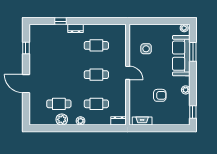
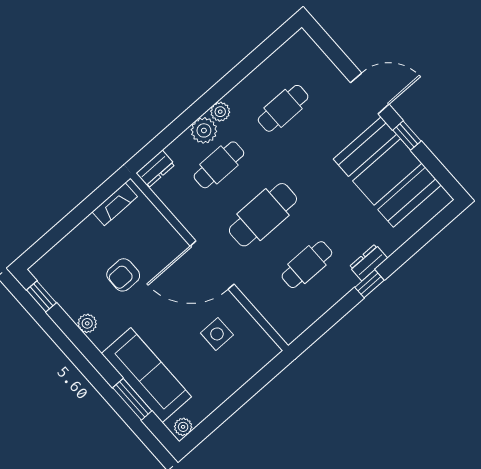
window: (60, 21) -> (369, 284), moved
window: (26, 48) -> (407, 136), moved
booth: (43, 53) -> (387, 172), added
door: (128, 73) -> (212, 265), width x1.87
cafe table: (96, 75) -> (263, 215), width x1.37, depth x1.35
plant: (62, 119) -> (204, 130), moved

